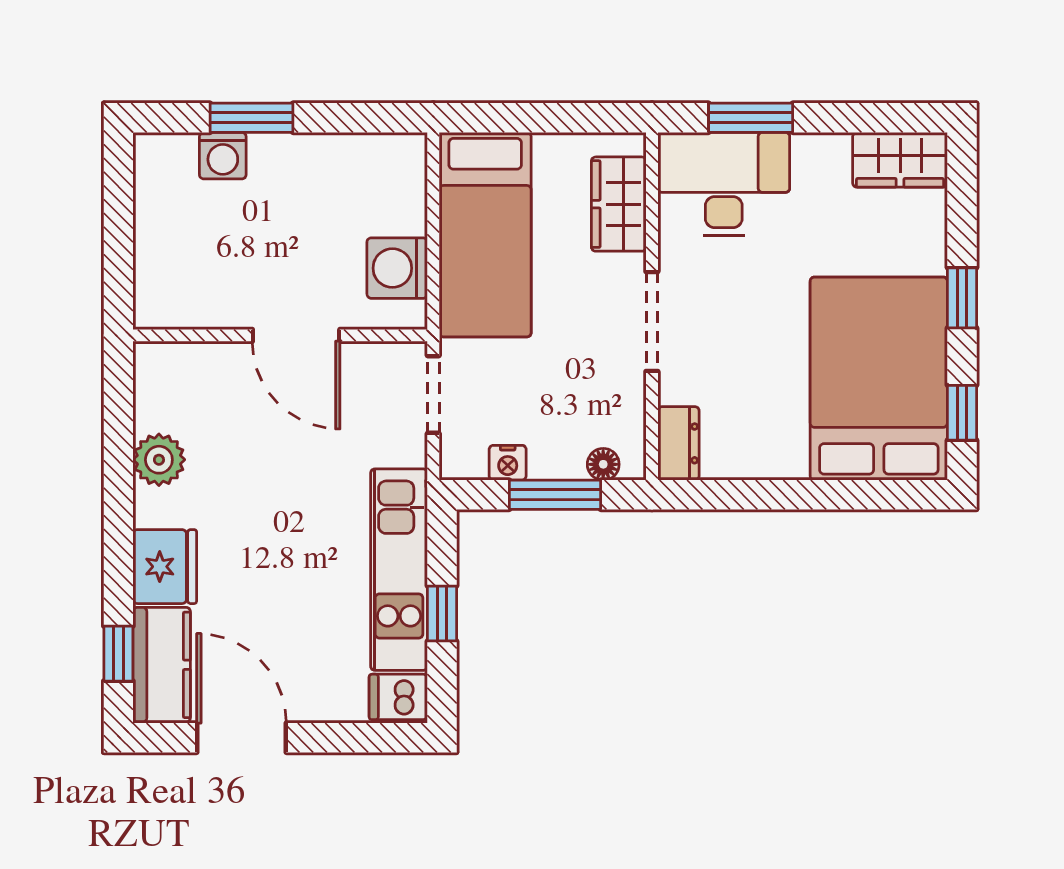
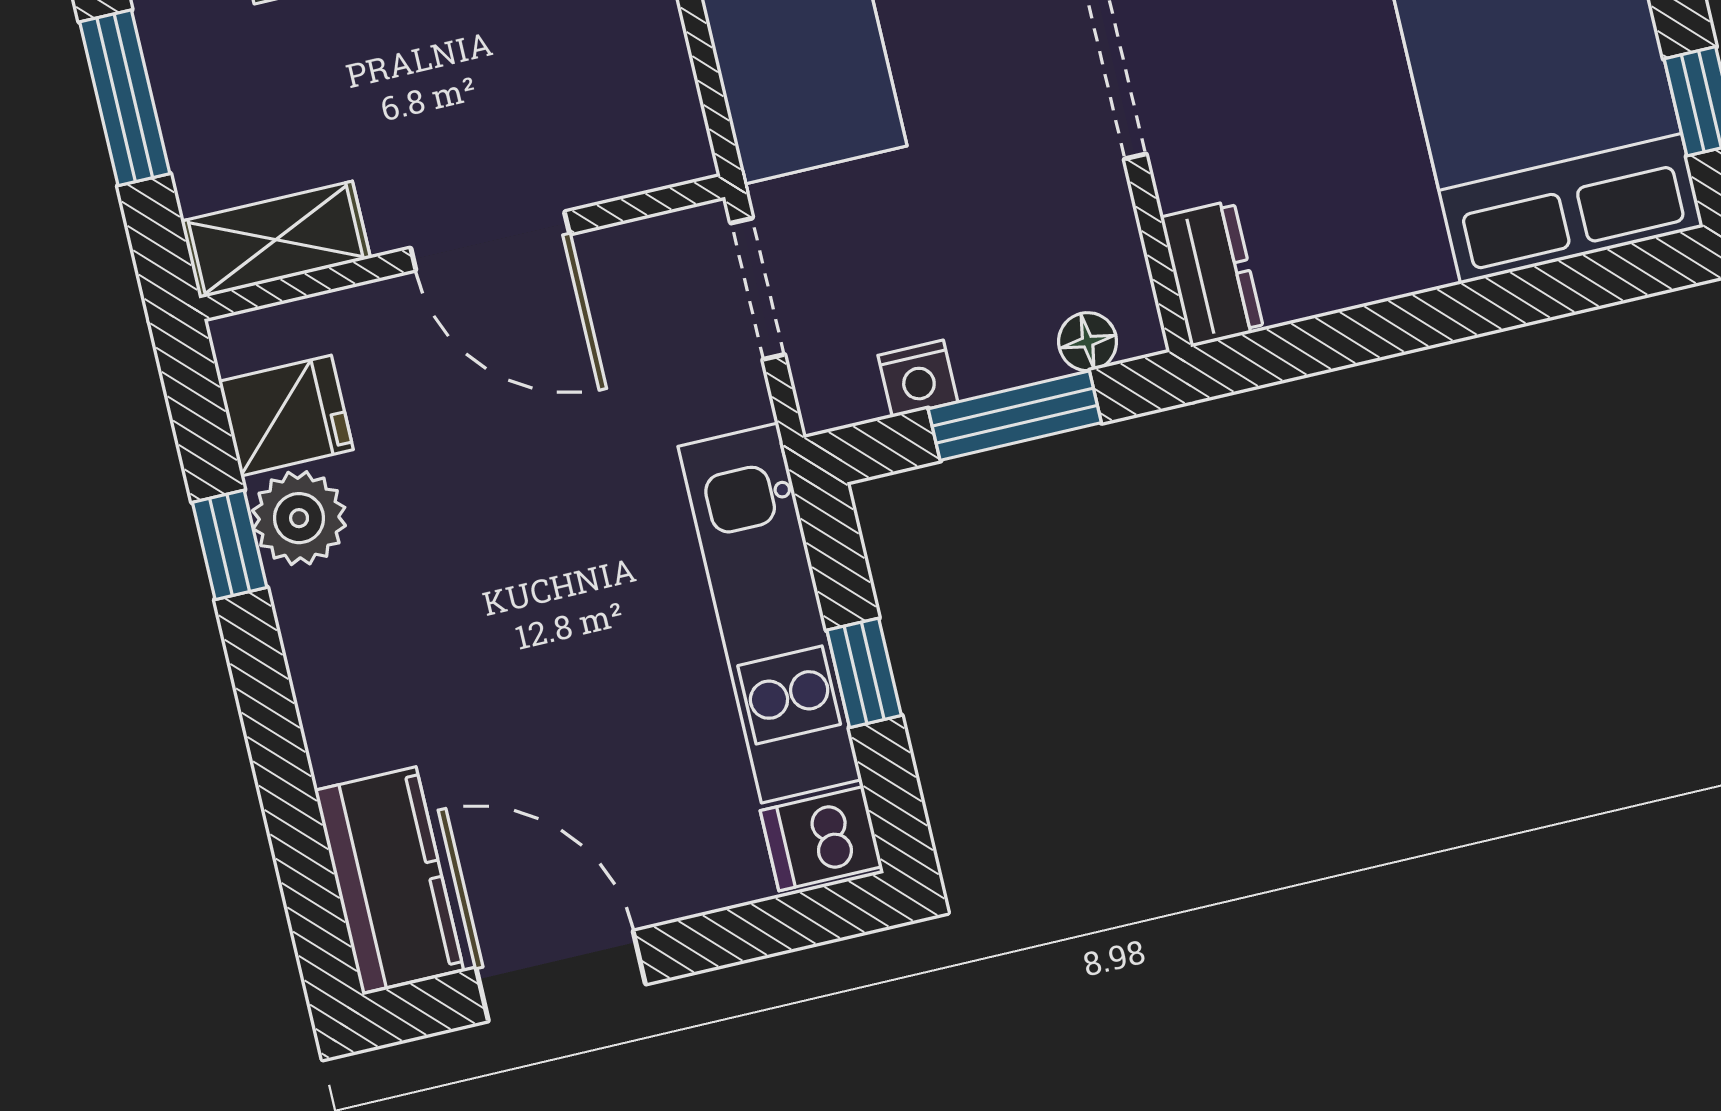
window: (118, 213) -> (125, 98), added
washing machine: (397, 268) -> (641, 80), removed
shelving: (181, 308) -> (276, 240), added
fridge: (165, 567) -> (286, 416), moved, width x0.72
window: (118, 654) -> (230, 545), moved

